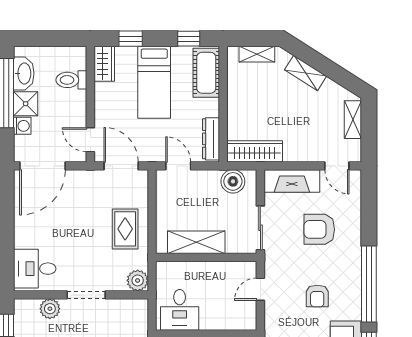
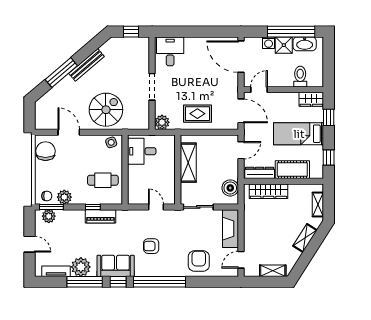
cot: (206, 73) -> (292, 170), moved
wardrobe: (255, 151) -> (268, 191), moved, turned 90
door: (121, 166) -> (241, 111), hinge flipped
armchair: (319, 229) -> (199, 261), moved
plant: (50, 309) -> (143, 62), removed

